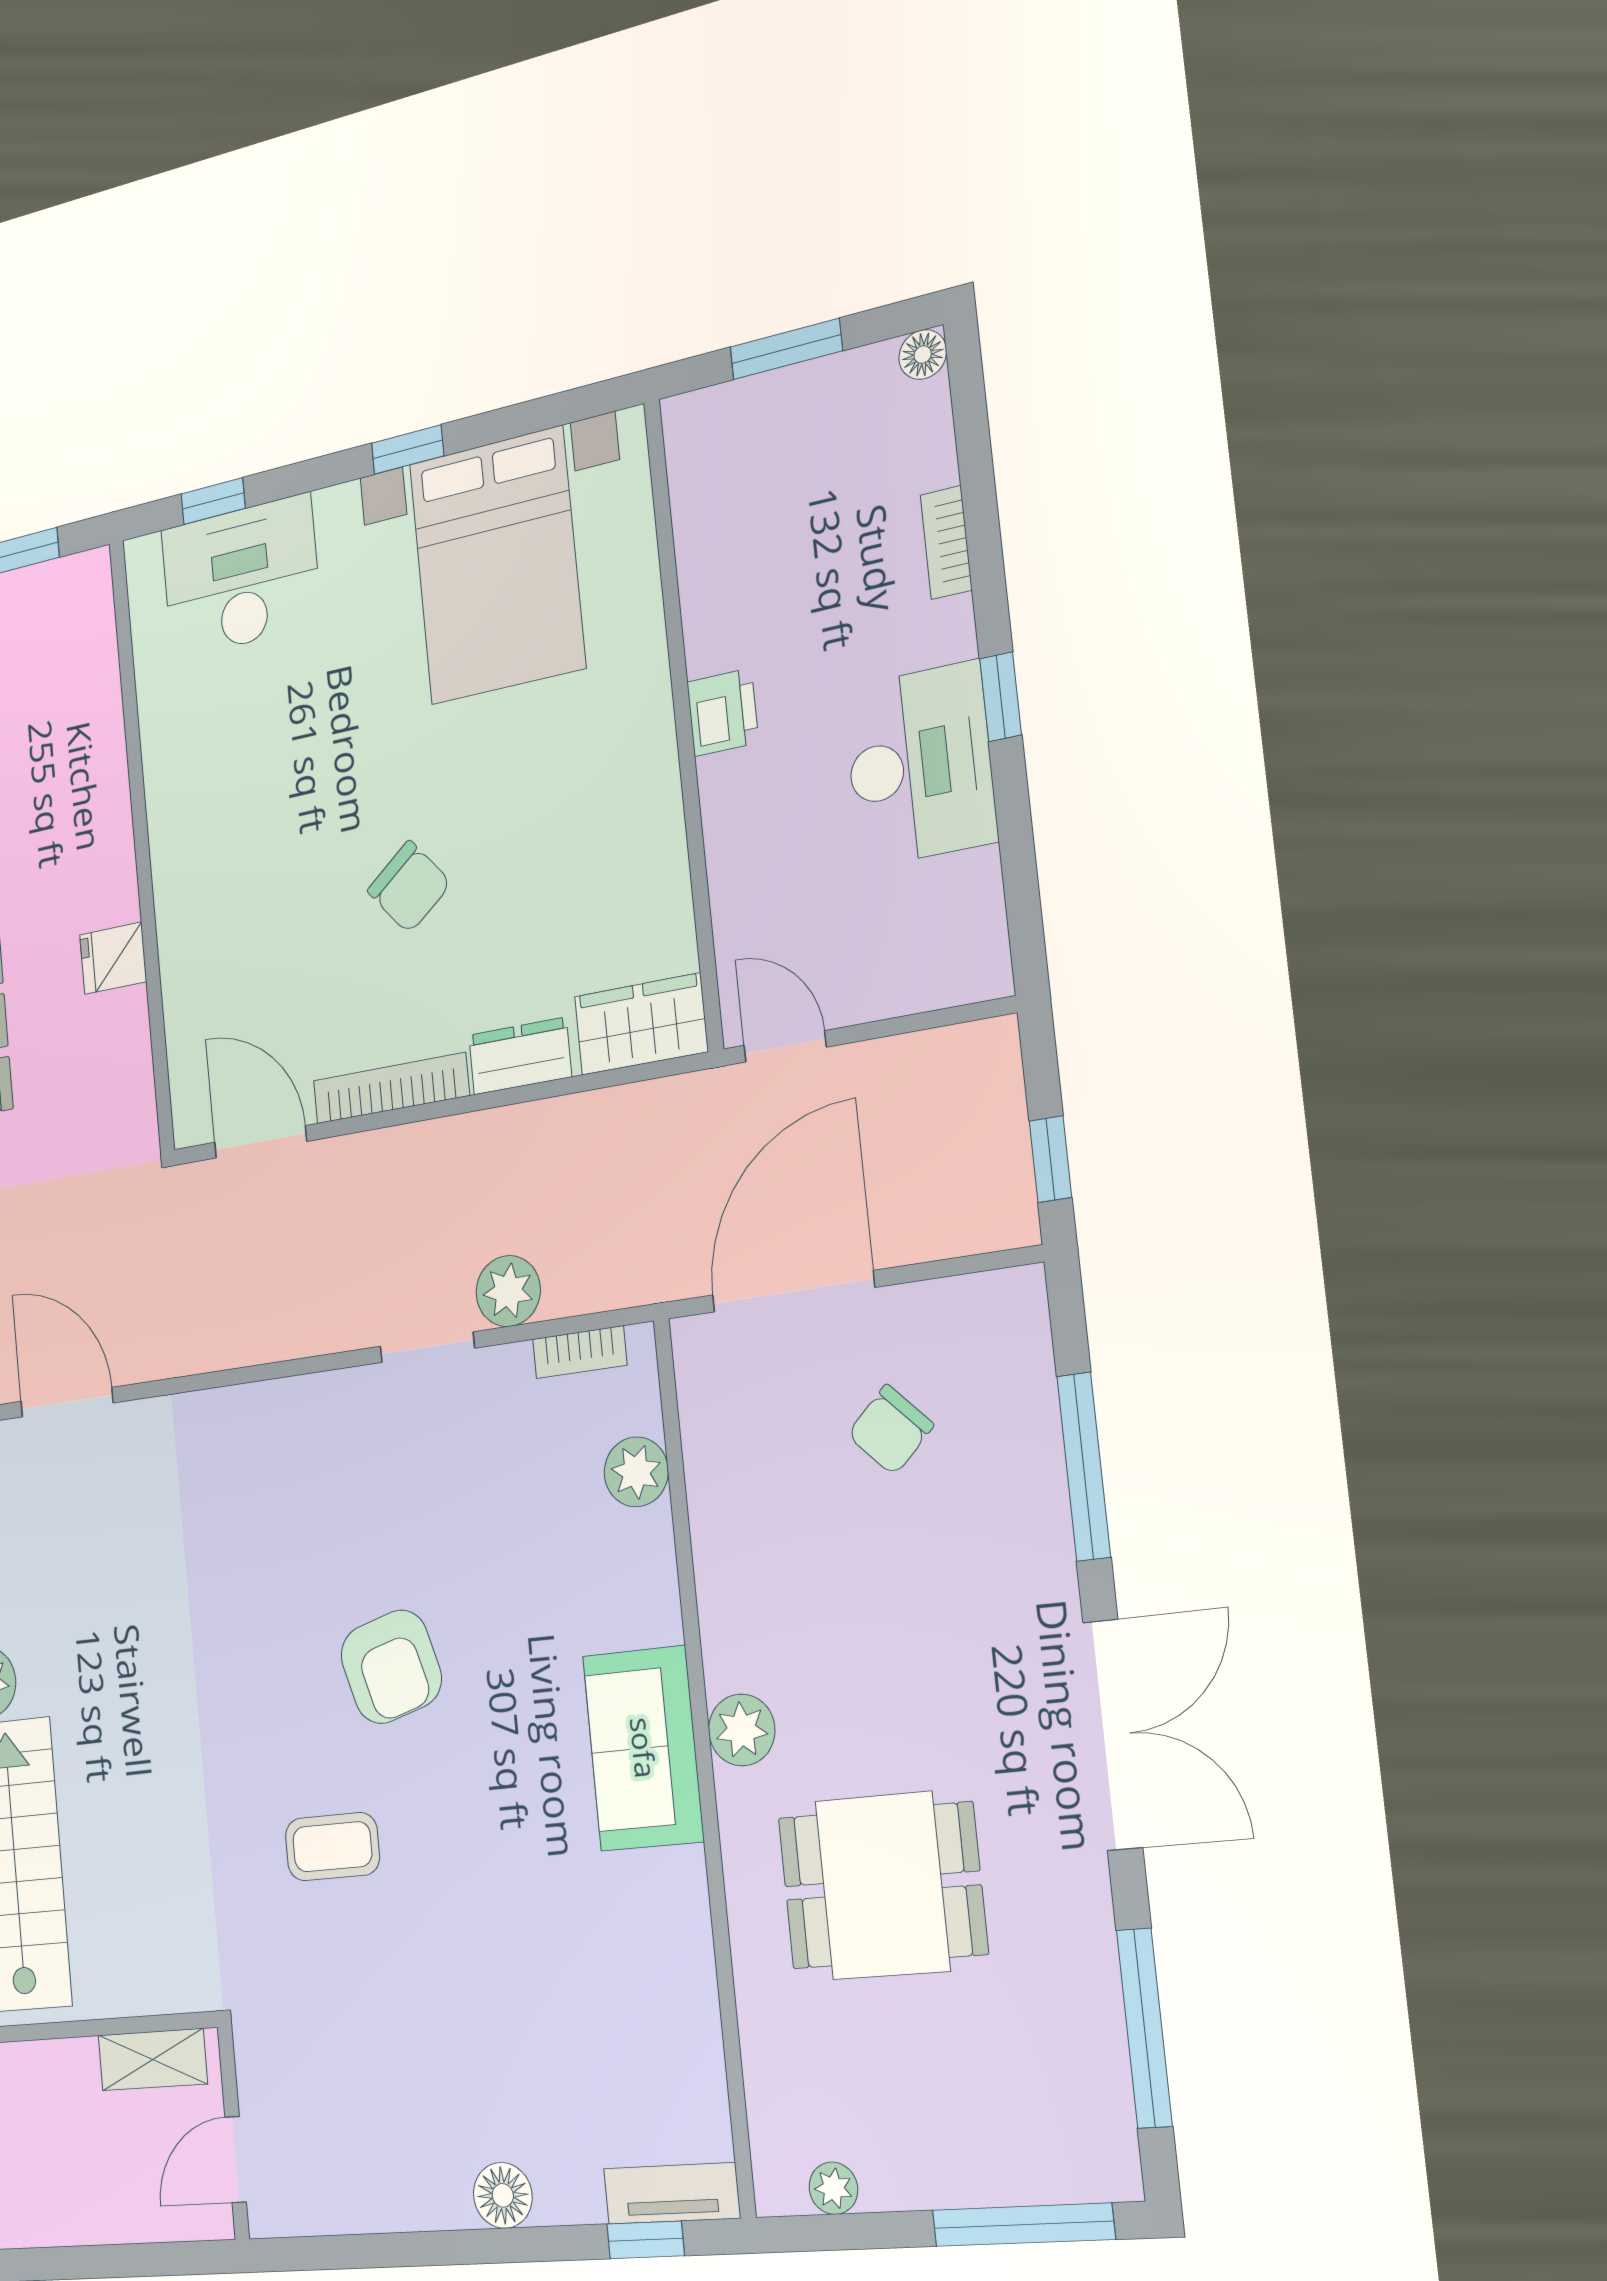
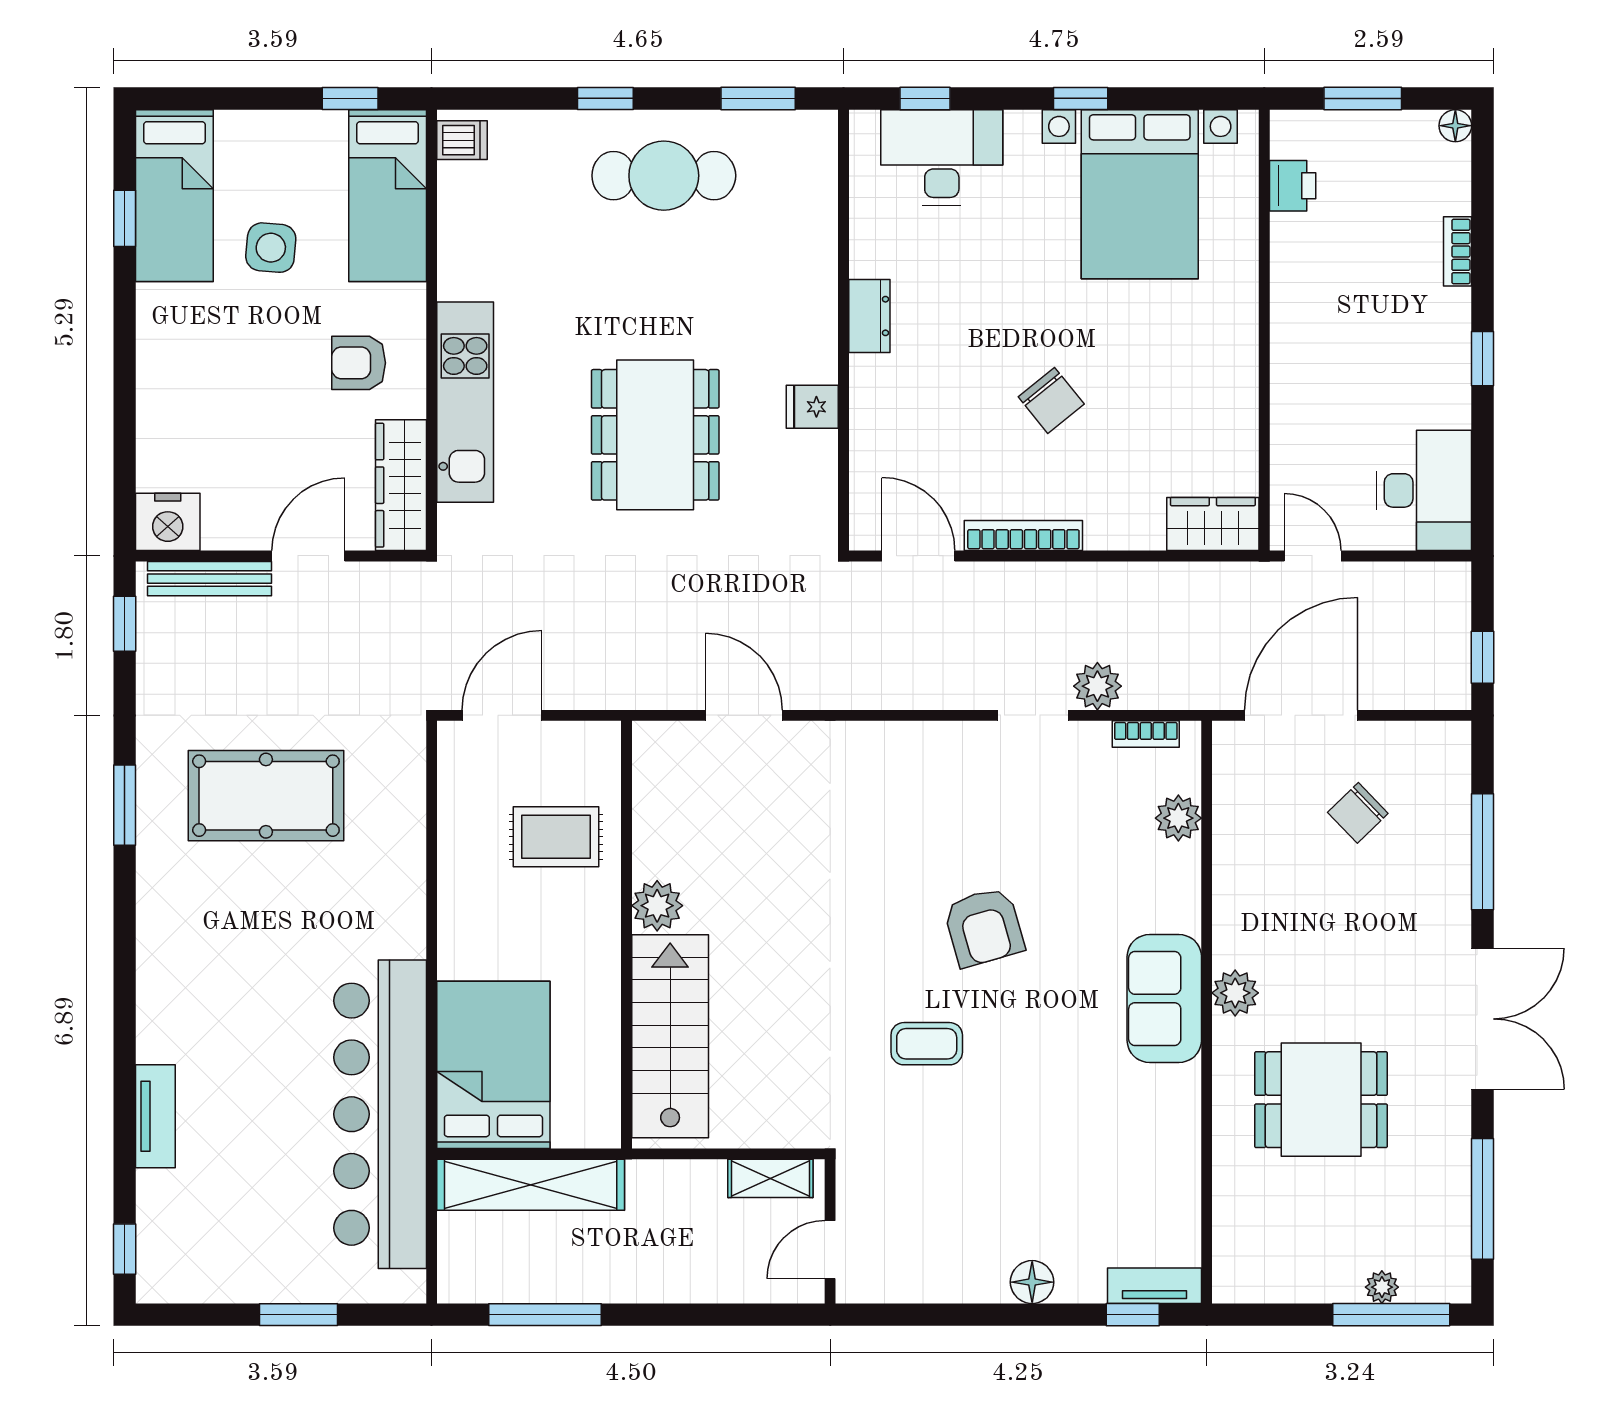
printer: (723, 712) -> (1293, 186), moved
desk: (920, 765) -> (1424, 490), moved
dresser: (520, 1056) -> (869, 316), moved, turned 90
plant: (833, 2188) -> (1382, 1287), moved

